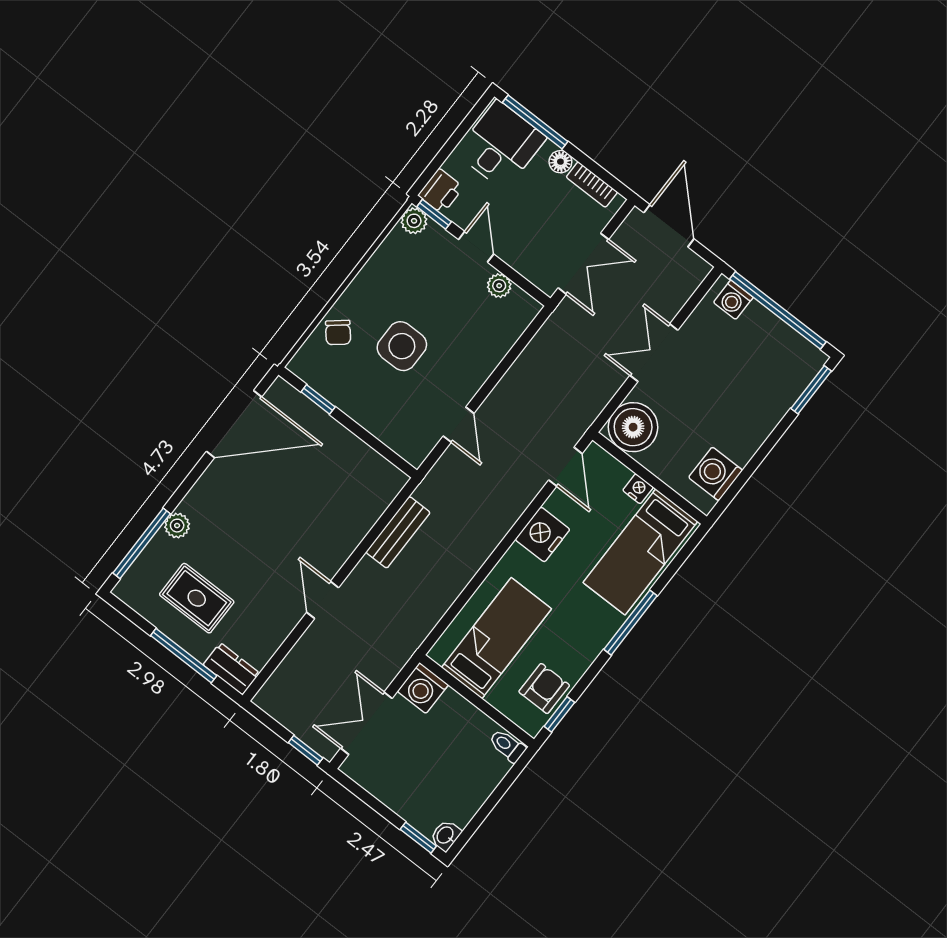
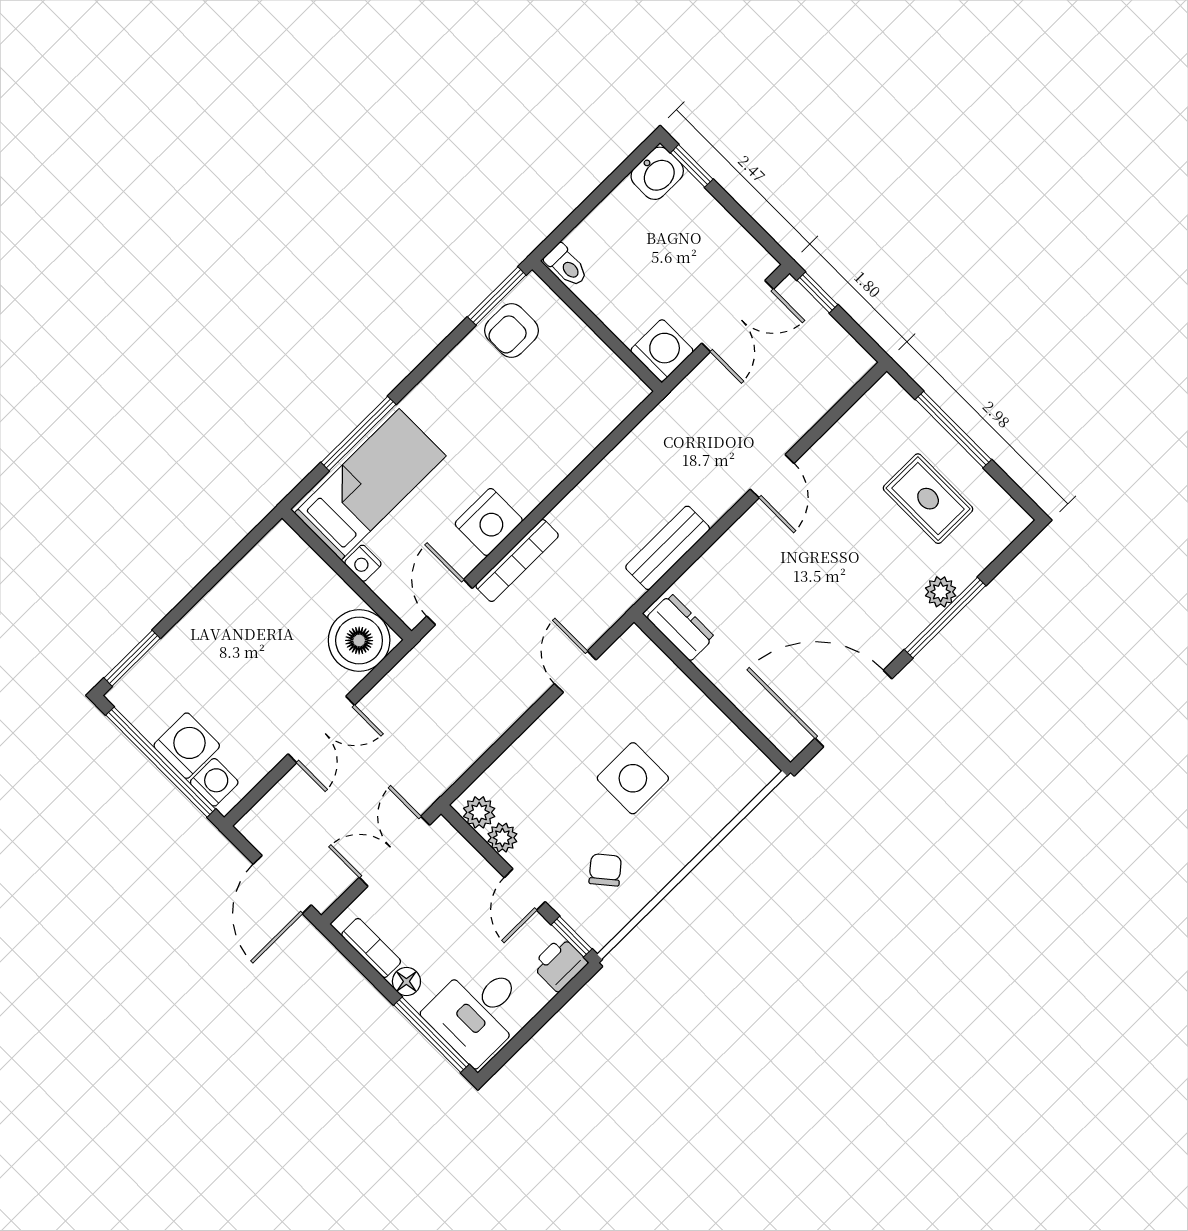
plant: (414, 221) -> (479, 812), moved
chair: (338, 332) -> (605, 870), moved
window: (318, 399) -> (745, 726), removed
washing machine: (716, 474) -> (187, 746), moved, turned -90
bookcase: (516, 507) -> (517, 561), added
window: (142, 543) -> (945, 618), moved
window: (631, 623) -> (358, 433), moved
bed: (497, 638) -> (562, 401), removed
dresser: (231, 669) -> (681, 627), moved, turned 180
window: (559, 714) -> (497, 296), width x1.50
washbasin: (446, 835) -> (657, 173), width x1.38, depth x1.45

